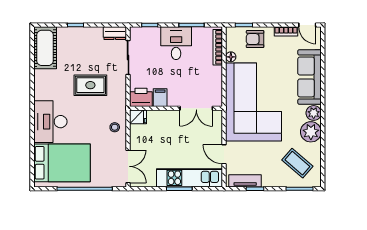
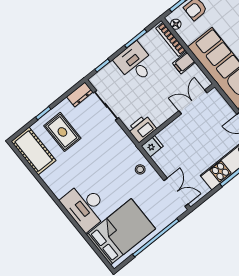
floor lamp: (231, 57) -> (176, 24), moved
rug: (90, 85) -> (62, 132), moved, turned 90
filing cabinet: (160, 98) -> (184, 63), moved, turned -90
double door: (196, 108) -> (193, 102), swing flipped

